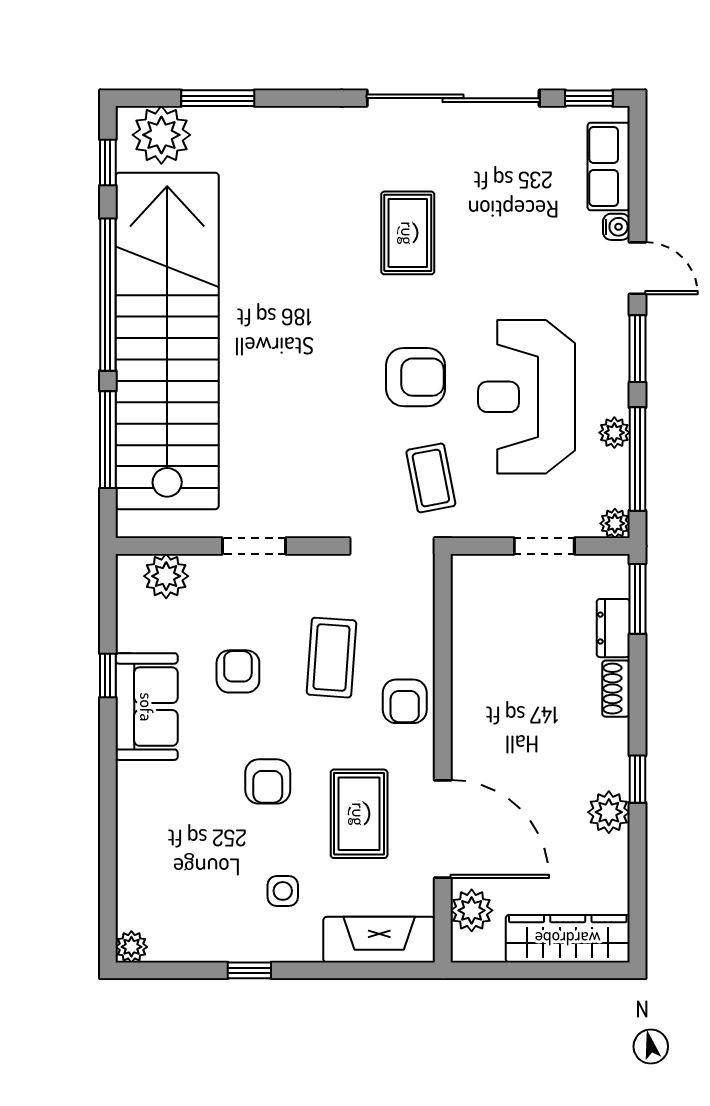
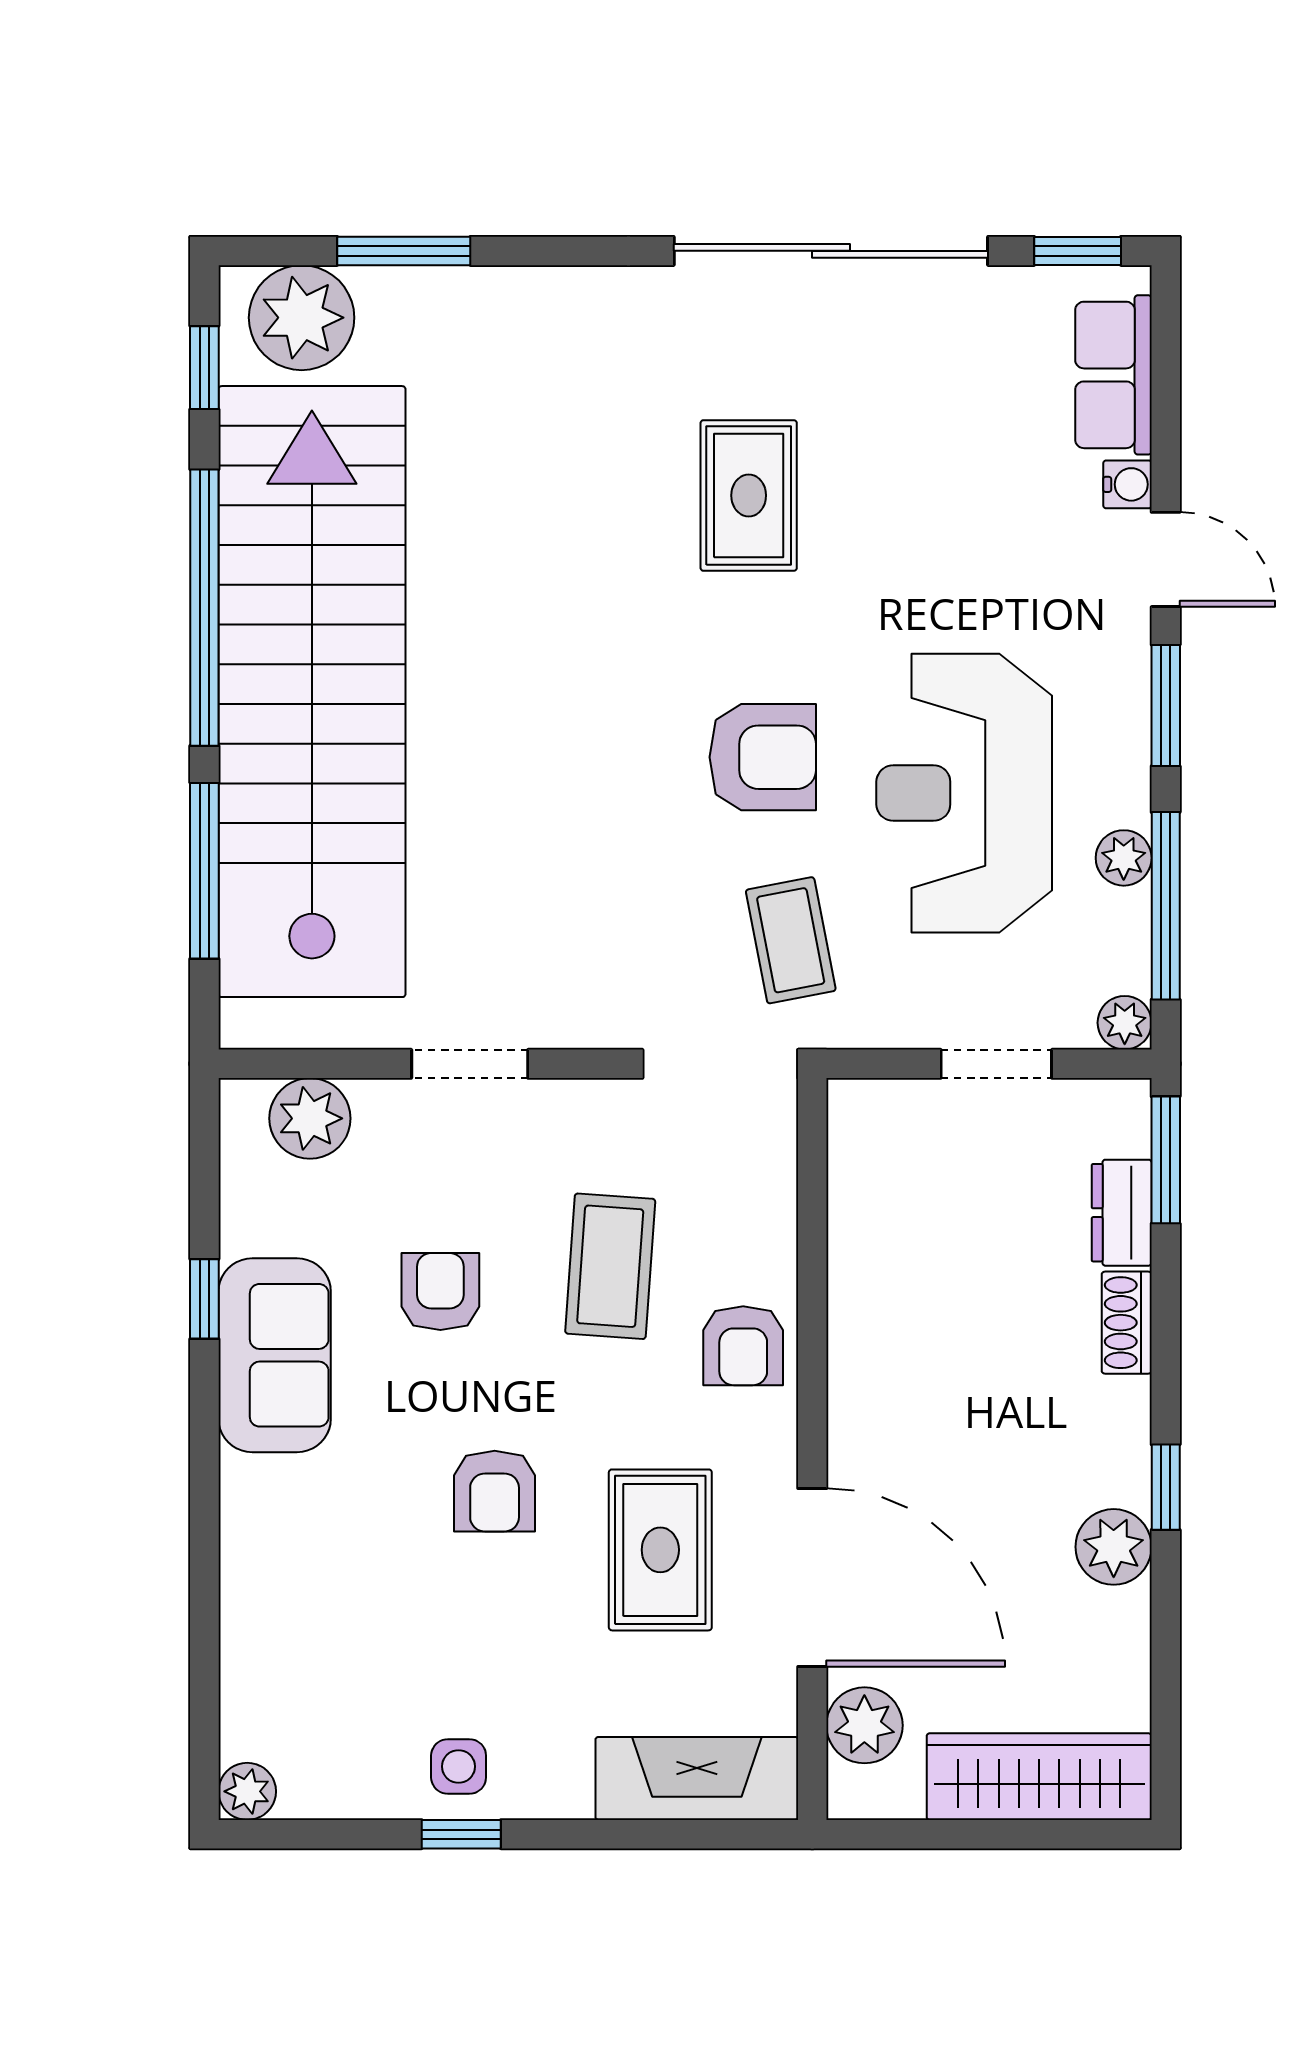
side table: (283, 891) -> (459, 1766), moved

